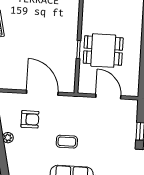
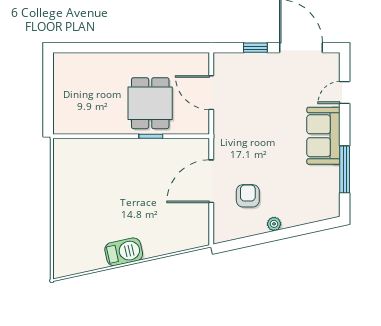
door: (108, 97) -> (211, 93), hinge flipped
coffee table: (67, 142) -> (275, 145), removed

